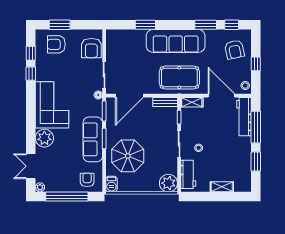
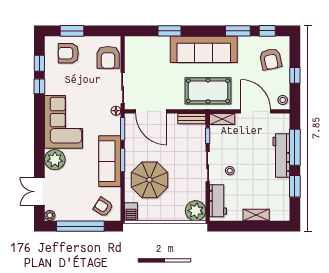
door: (129, 96) -> (151, 111), hinge flipped
workbench: (244, 117) -> (281, 155), moved
armchair: (87, 180) -> (103, 207), turned -57

